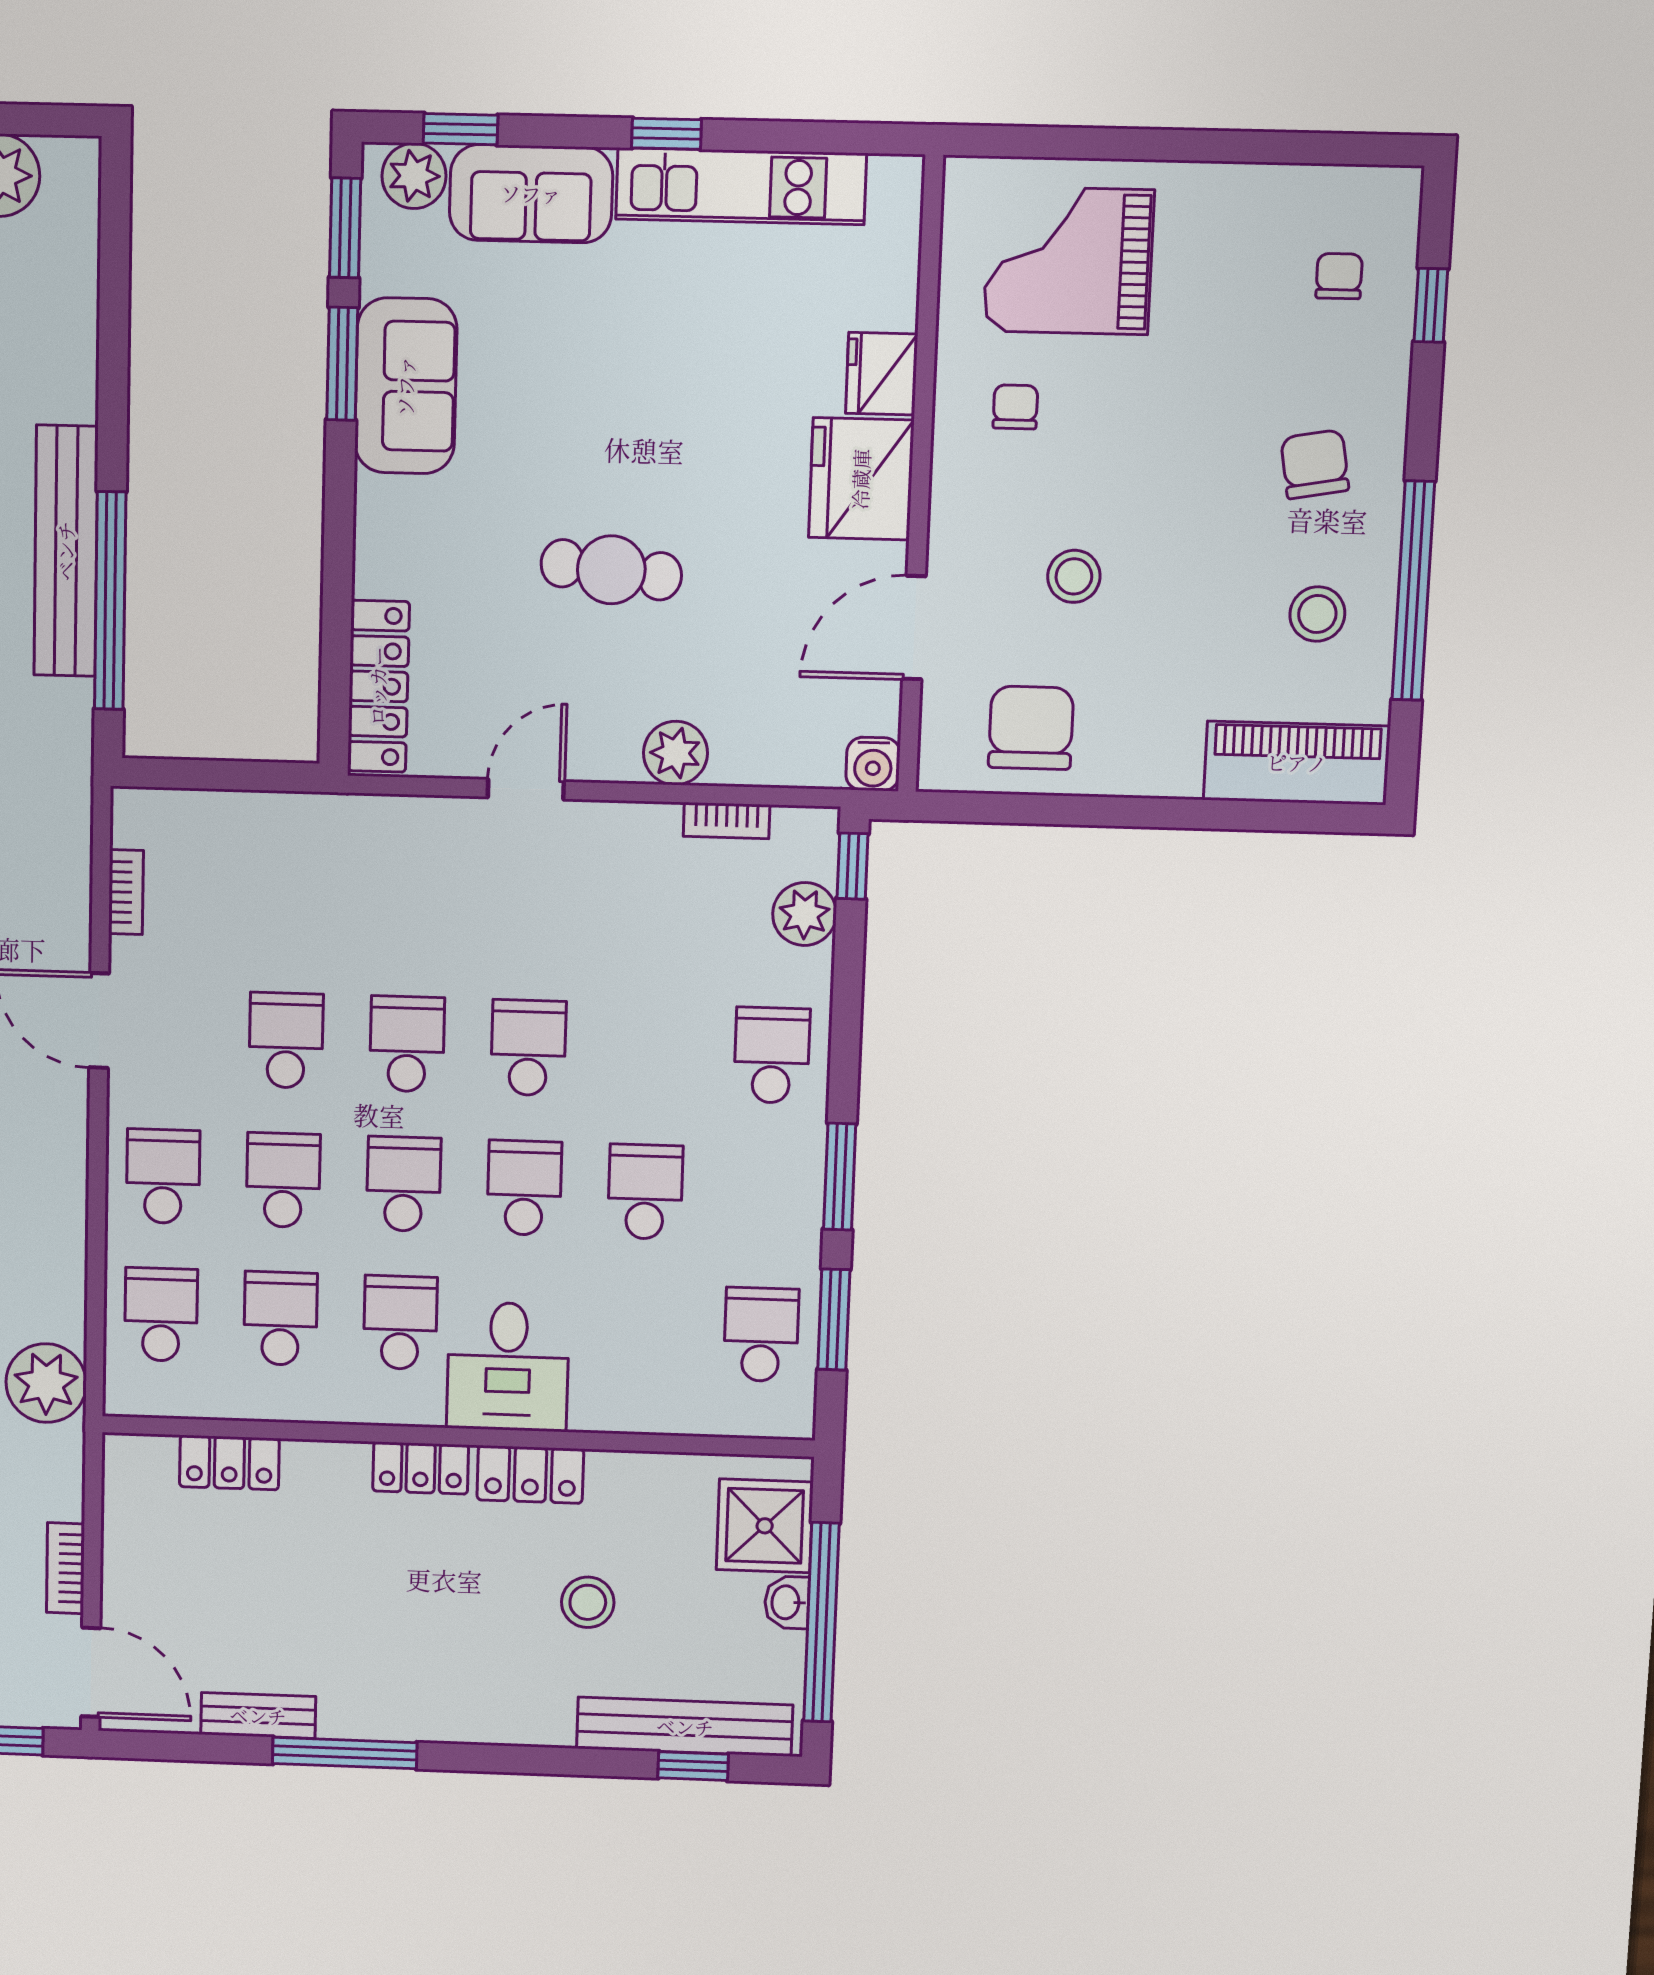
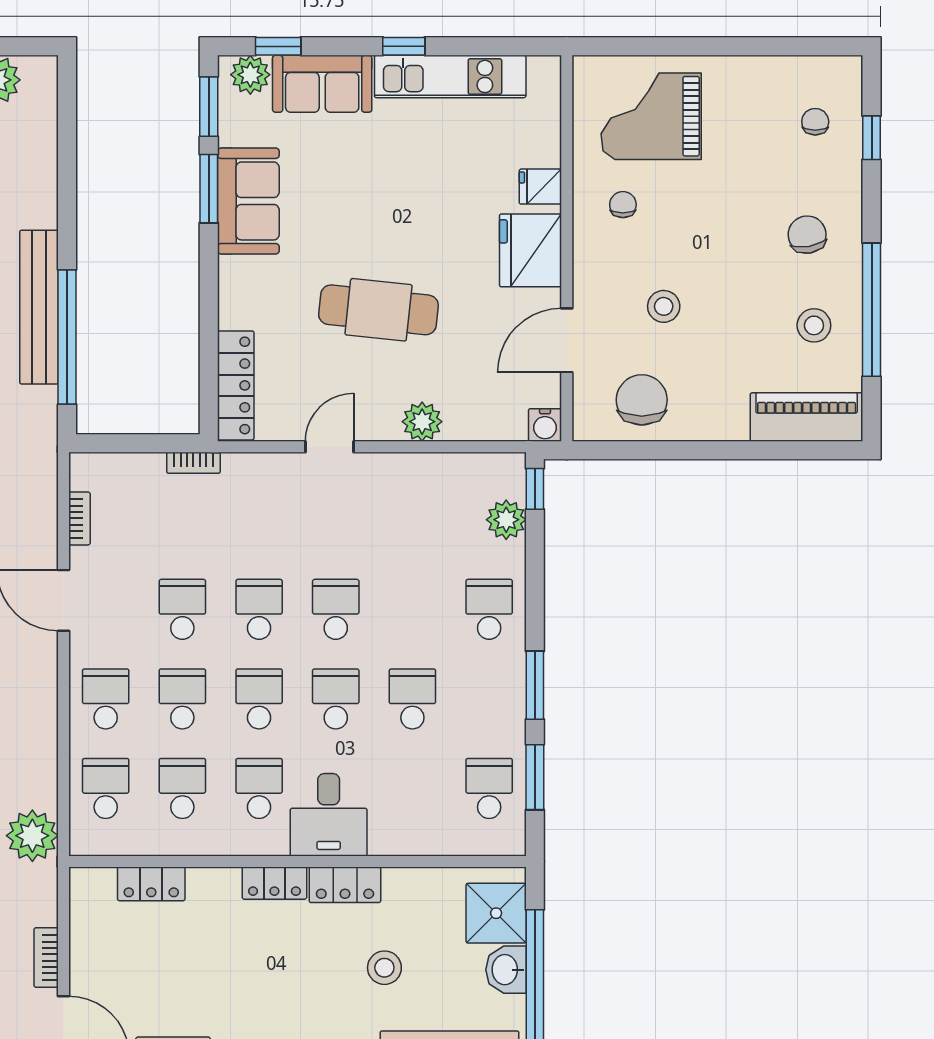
fridge: (882, 374) -> (540, 187), width x0.72
cafe table: (611, 570) -> (378, 310), width x1.37, depth x1.35
bookcase: (727, 821) -> (193, 463), moved
washbasin: (787, 1602) -> (506, 970), width x1.38, depth x1.45

